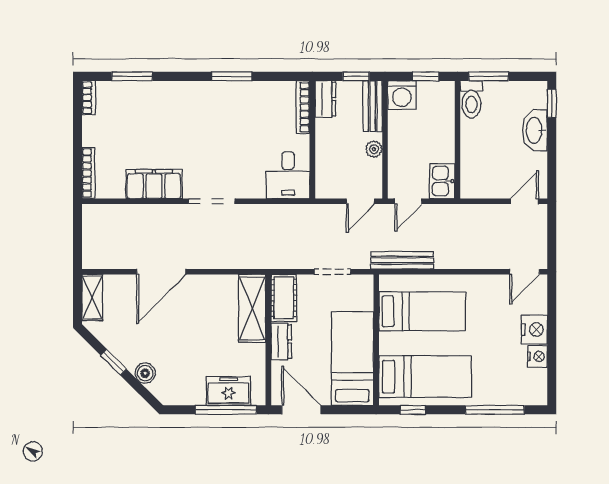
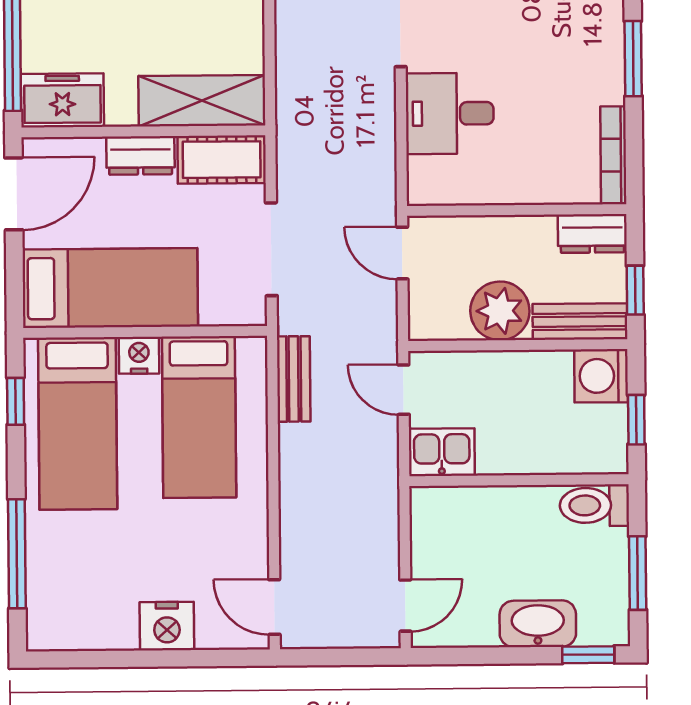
window: (489, 76) -> (638, 573), moved
bookcase: (303, 107) -> (613, 155), moved, turned -90
plant: (374, 149) -> (500, 311), width x1.88, depth x1.88
desk: (288, 175) -> (450, 113), moved
door: (360, 201) -> (402, 253), moved
door: (524, 201) -> (405, 606), hinge flipped
bench: (402, 260) -> (294, 379), width x0.73
doorway: (332, 272) -> (271, 249), width x1.38
nightstand: (537, 357) -> (139, 355), moved, turned 180
freezer: (228, 391) -> (62, 100), moved, turned -90

